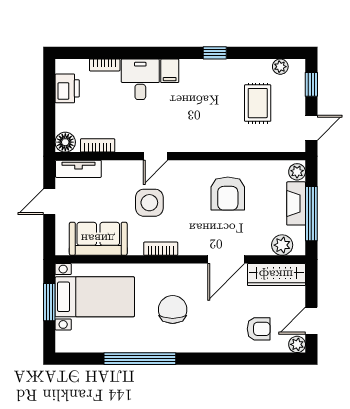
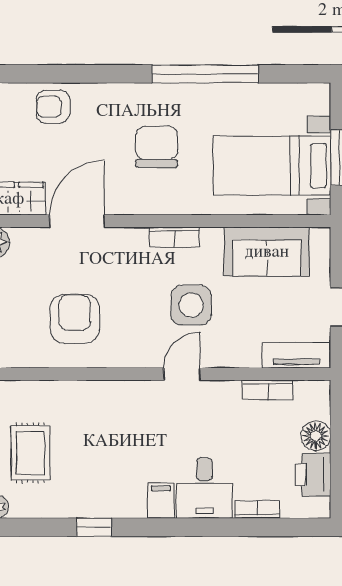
floor lamp: (65, 142) -> (316, 436), moved
chair: (173, 309) -> (157, 147), turned 180
armchair: (259, 329) -> (53, 107), moved

